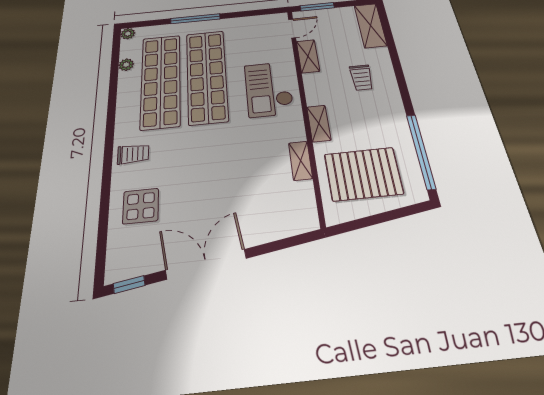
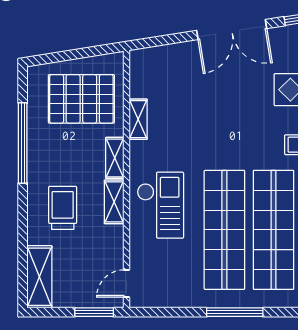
shelving: (308, 56) -> (114, 202), moved
trolley: (361, 78) -> (63, 208), width x1.36, depth x1.39
window: (421, 151) -> (23, 143), moved

